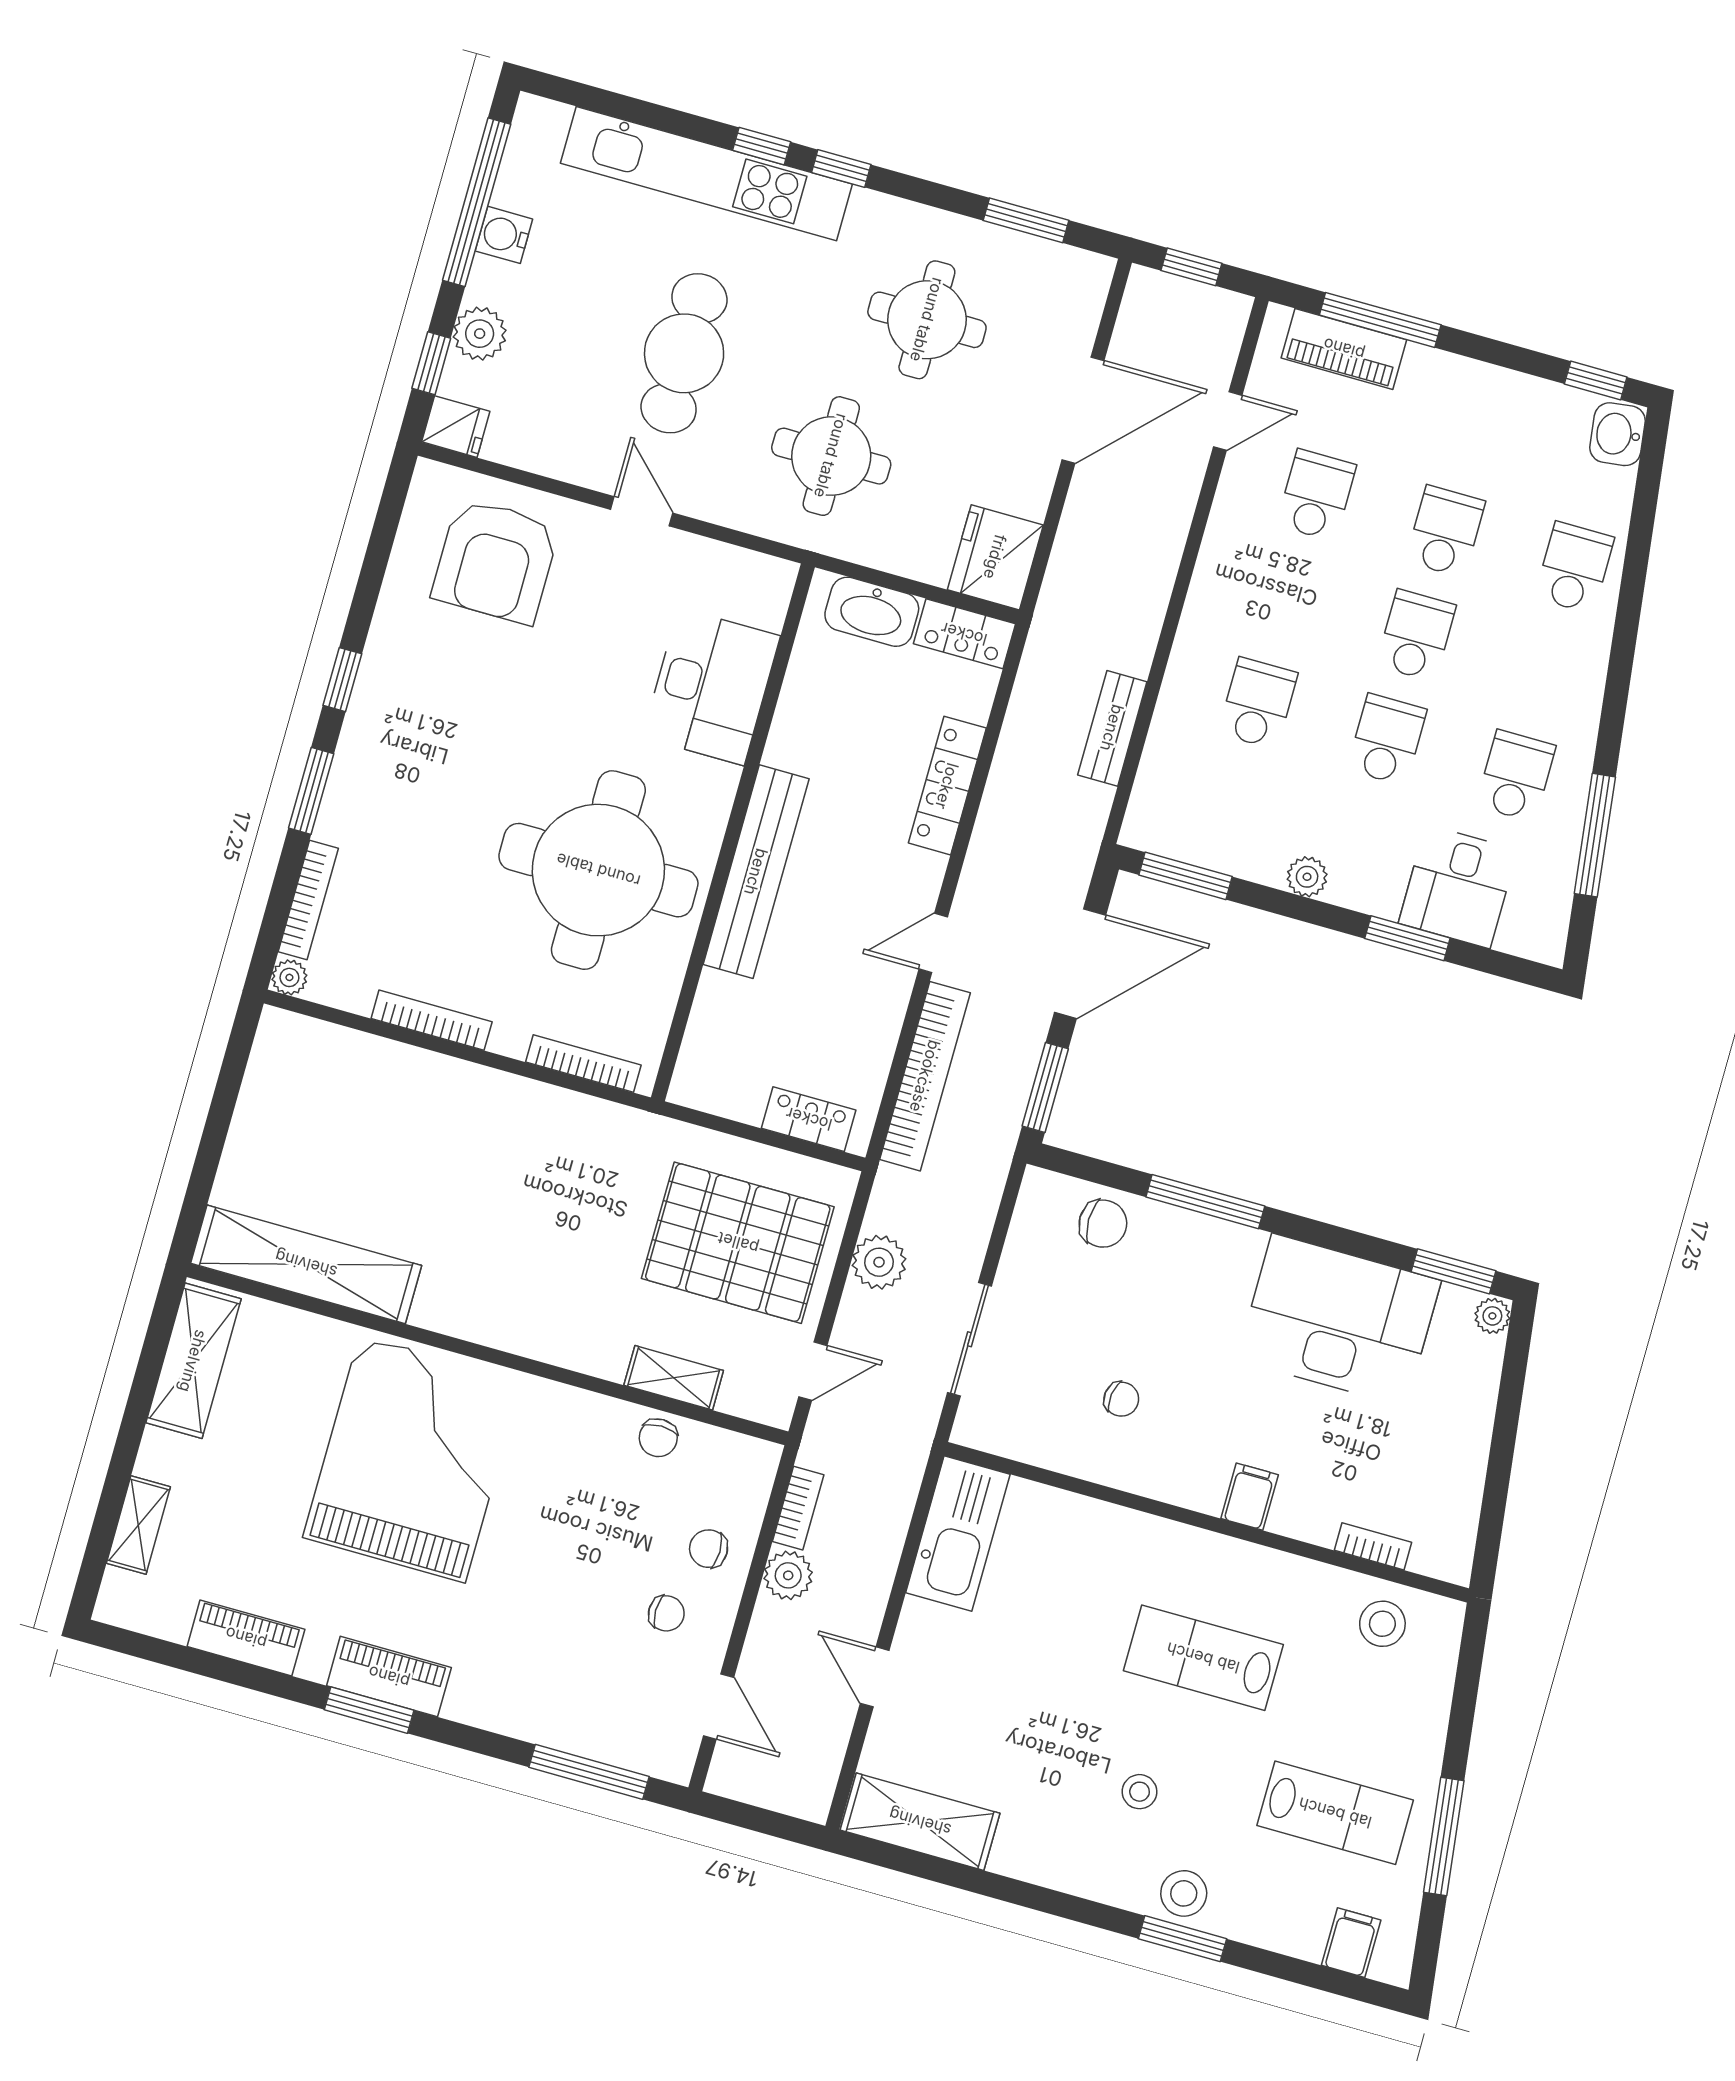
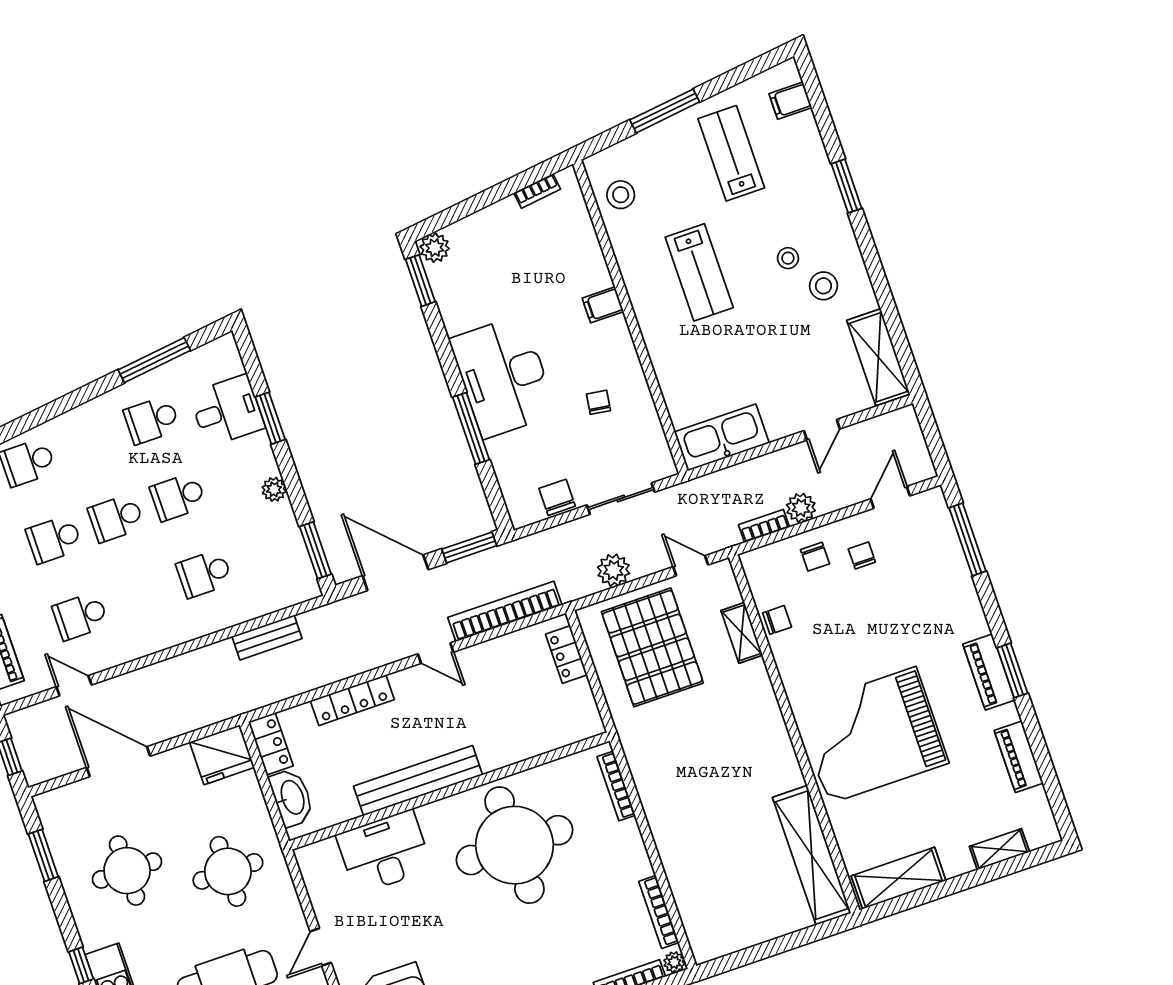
bench: (756, 872) -> (418, 781), moved
bookcase: (432, 1020) -> (659, 912), moved
chair: (1103, 1224) -> (557, 497), moved
plant: (1492, 1316) -> (435, 248), width x1.38, depth x1.38
desk: (1339, 1320) -> (503, 377), moved
bookcase: (1373, 1546) -> (537, 191), moved, turned -97
window: (1444, 1837) -> (665, 111), moved
stool: (1184, 1893) -> (823, 286), moved

